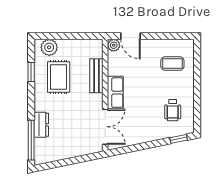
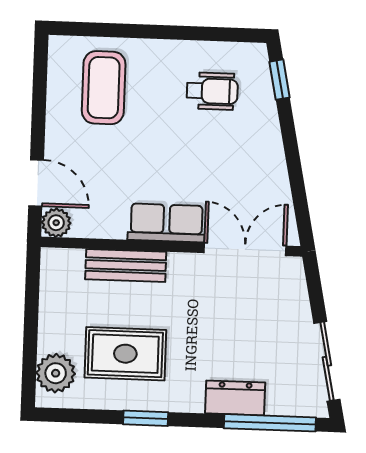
door: (131, 36) -> (36, 183), hinge flipped
coffee table: (172, 63) -> (104, 88), width x1.36, depth x1.30
window: (31, 72) -> (146, 418), moved
sliding door: (59, 164) -> (327, 361), added

